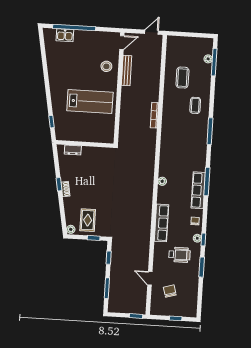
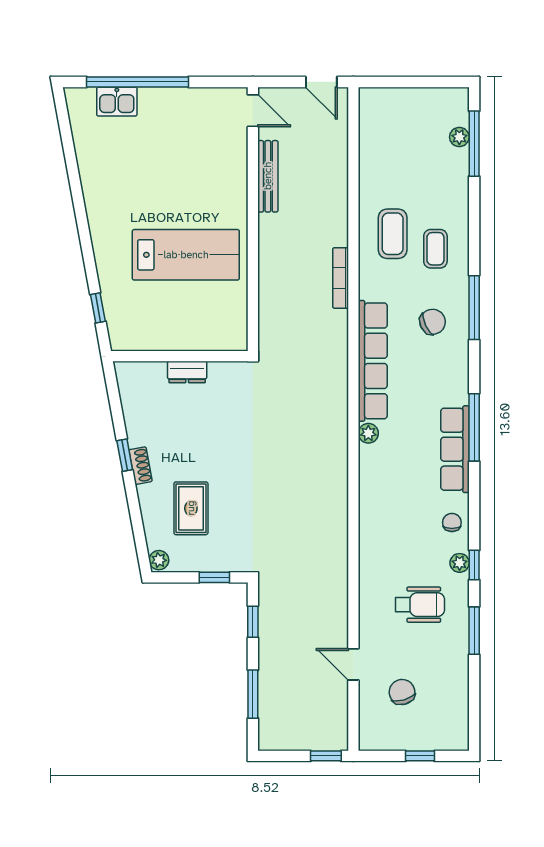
door: (151, 32) -> (321, 82), swing flipped
door: (122, 43) -> (253, 111), hinge flipped
stool: (106, 66) -> (220, 169), removed
coffee table: (182, 78) -> (393, 234), moved
chair: (192, 136) -> (433, 322), added
dresser: (73, 150) -> (187, 372), moved
rug: (88, 220) -> (191, 508), moved
row of seats: (162, 223) -> (373, 361), moved, width x1.36

